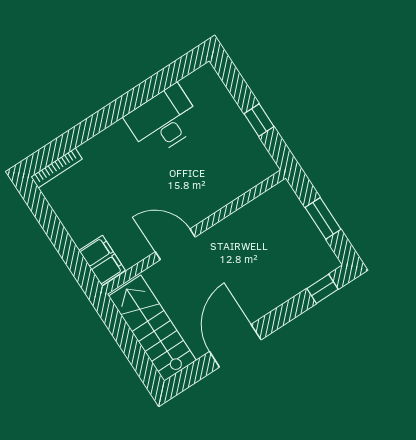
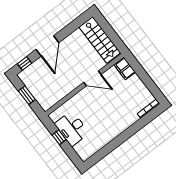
desk: (164, 121) -> (72, 128), moved, turned 90
door: (235, 346) -> (47, 46), moved

